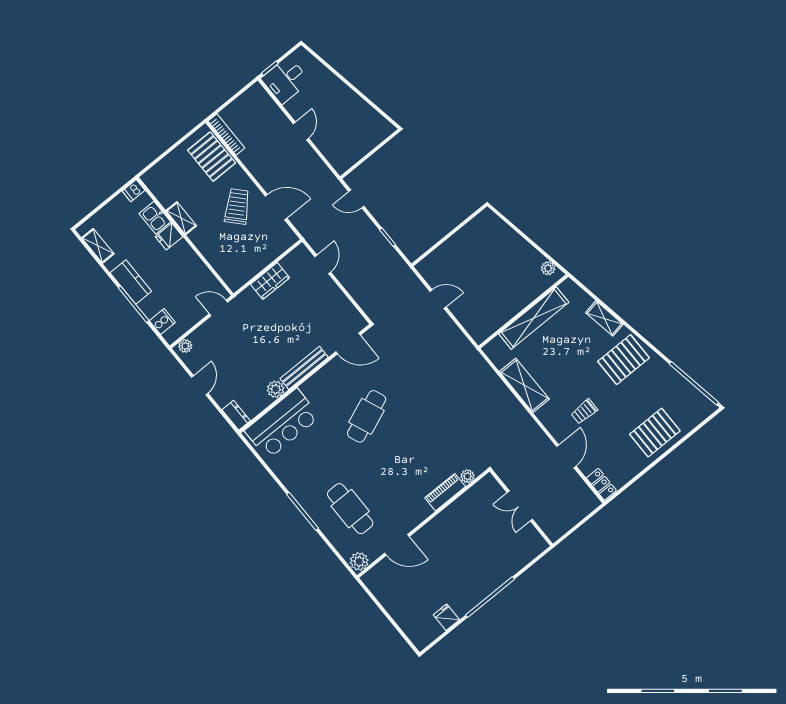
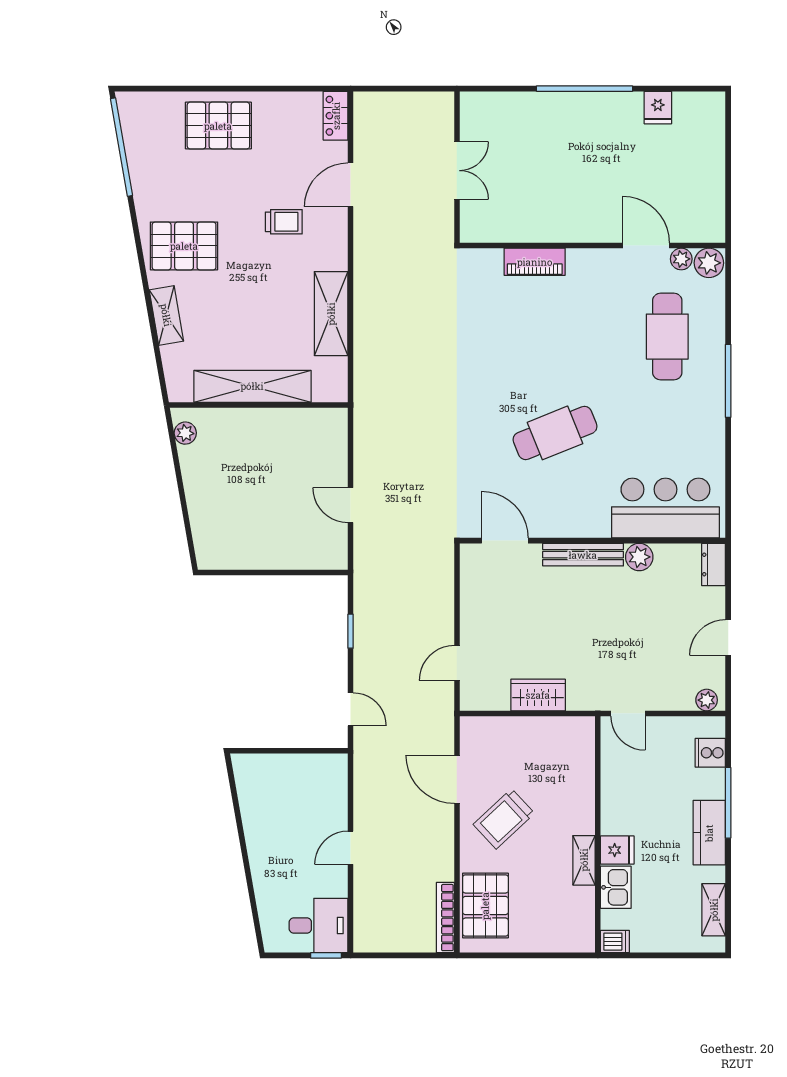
plant: (468, 476) -> (681, 259), moved

